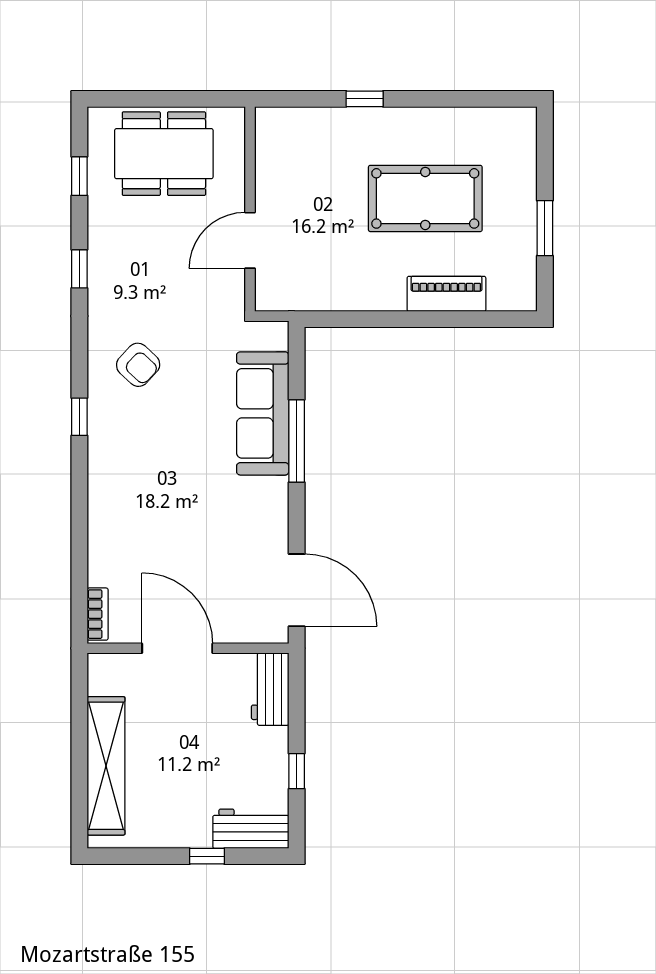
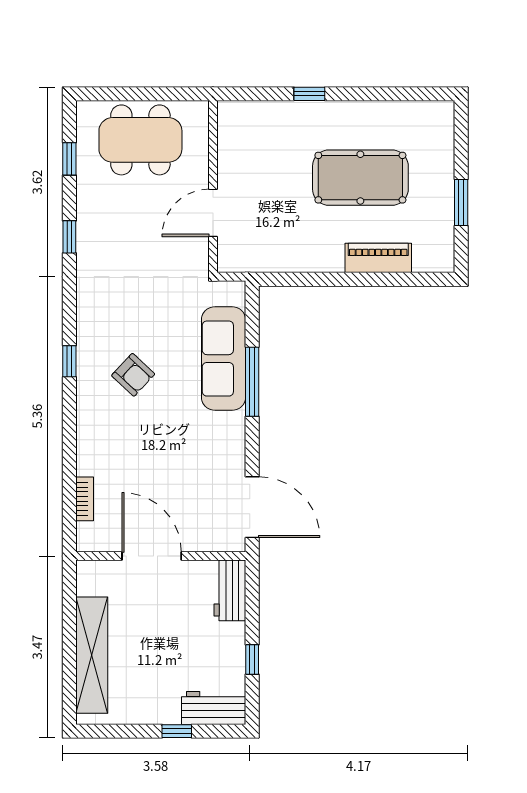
armchair: (138, 365) -> (133, 375), moved
bookcase: (98, 614) -> (85, 499), moved

